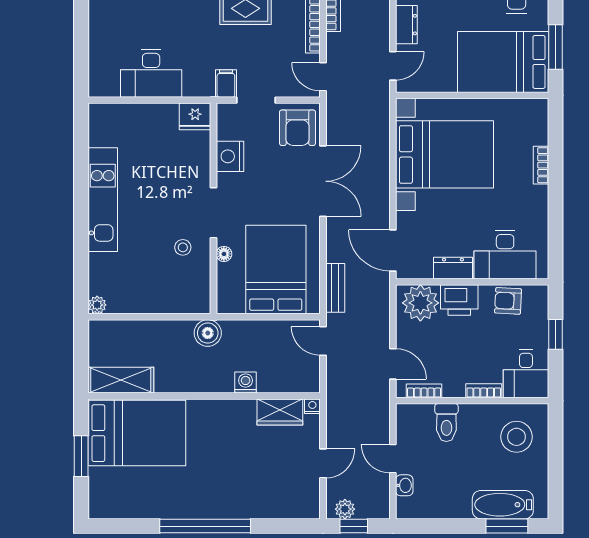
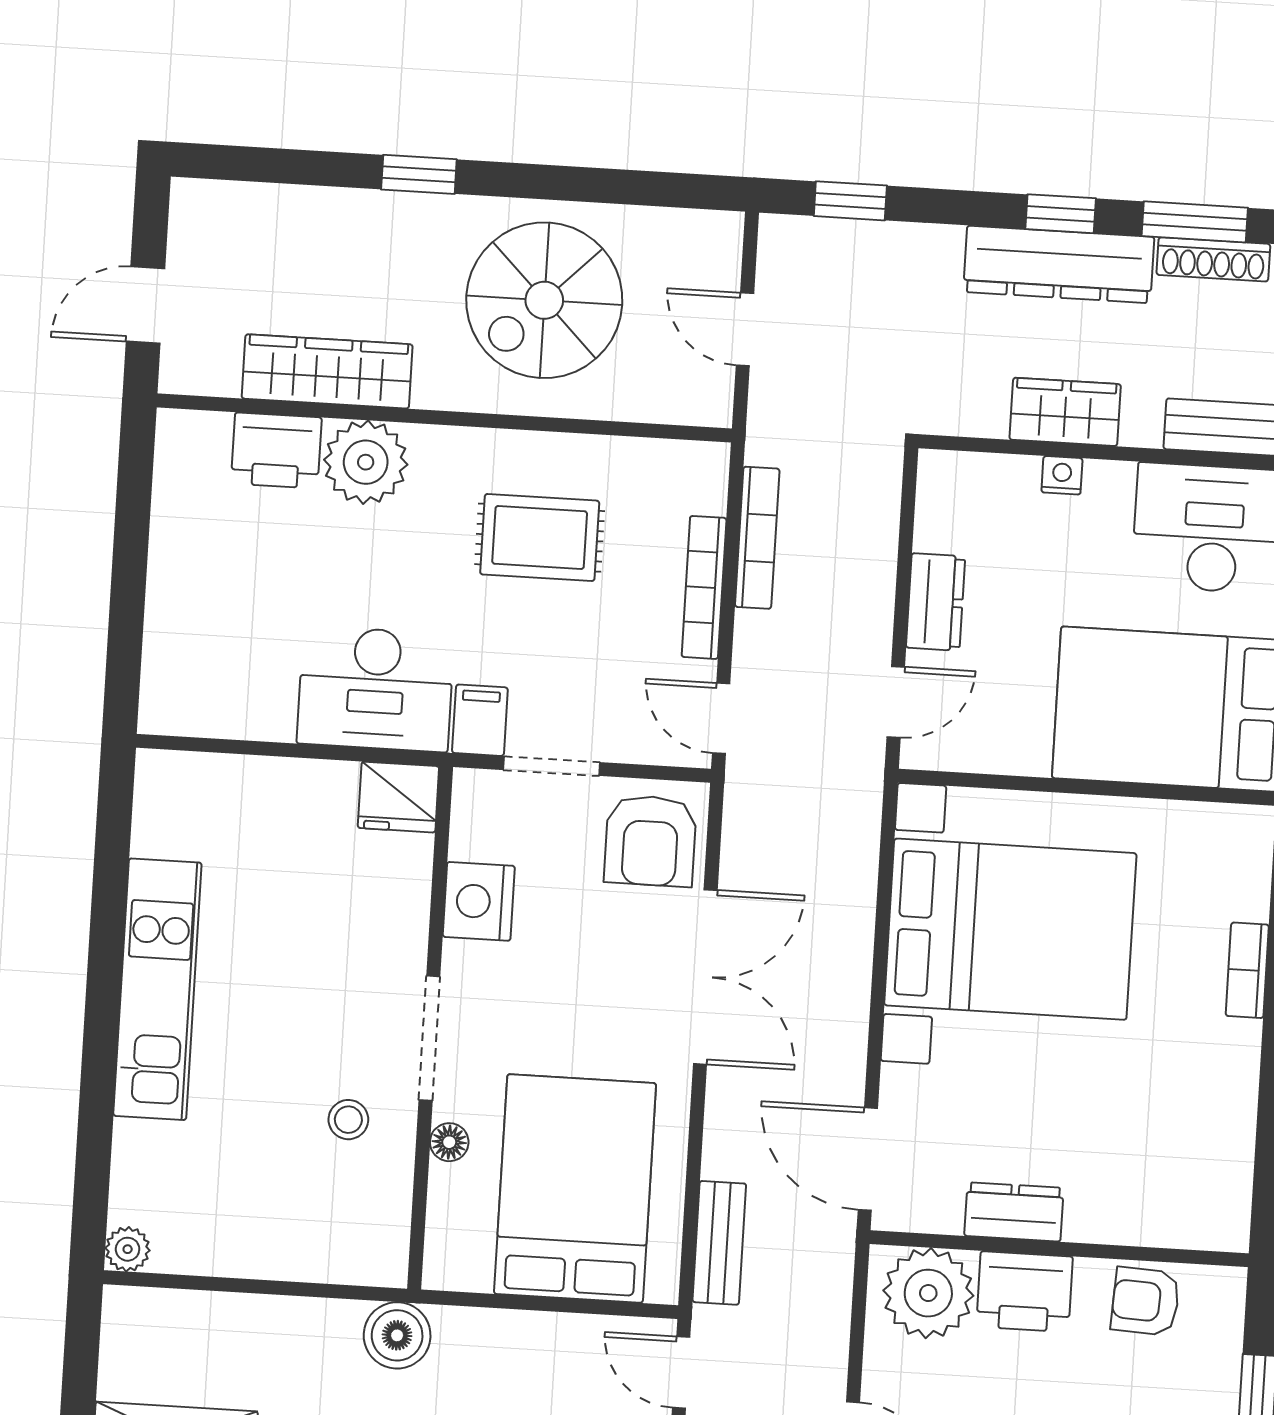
desk: (151, 73) -> (376, 689), moved
desk: (505, 255) -> (1145, 1187), removed

